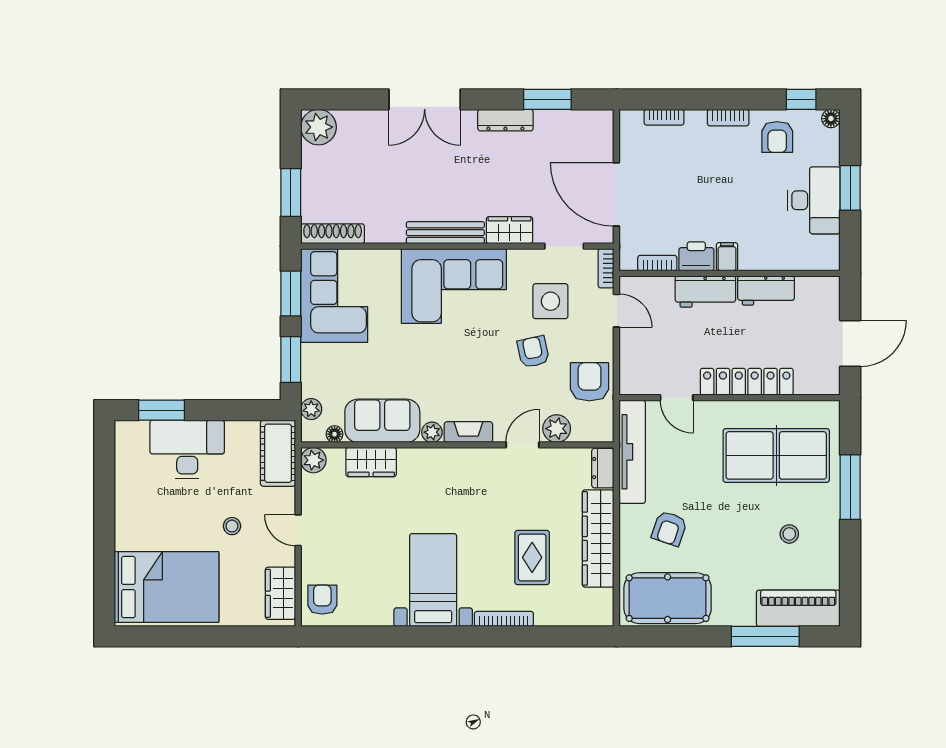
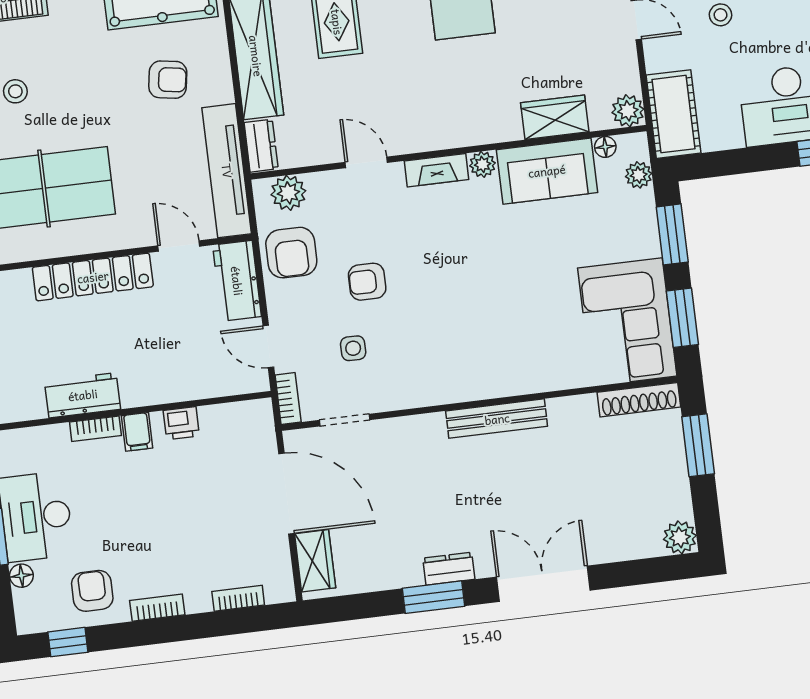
window: (547, 99) -> (433, 597), moved
floor lamp: (831, 119) -> (21, 576), moved
dresser: (505, 120) -> (449, 569), width x0.70
plant: (318, 127) -> (680, 537), width x0.73, depth x0.73
wardrobe: (510, 230) -> (315, 561), moved, turned -90
printer: (696, 256) -> (181, 423), width x0.73, depth x0.81
bookcase: (657, 263) -> (95, 429), moved
corner sofa: (454, 286) -> (478, 353), removed
workbench: (705, 292) -> (237, 281), moved, turned -90
side table: (550, 301) -> (353, 348), width x0.54, depth x0.54
armchair: (533, 352) -> (367, 282), turned 102
plant: (557, 429) -> (288, 193), moved
door: (522, 445) -> (366, 162), swing flipped
armchair: (669, 528) -> (168, 80), turned 80

